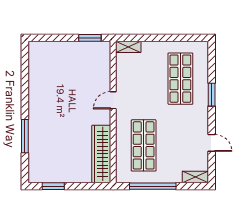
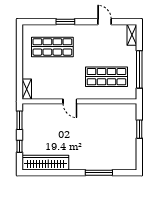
window: (57, 38) -> (20, 146), added
door: (212, 143) -> (104, 22), hinge flipped
wardrobe: (101, 154) -> (45, 163), moved, turned 180
window: (53, 186) -> (139, 129), moved

